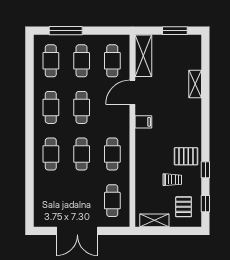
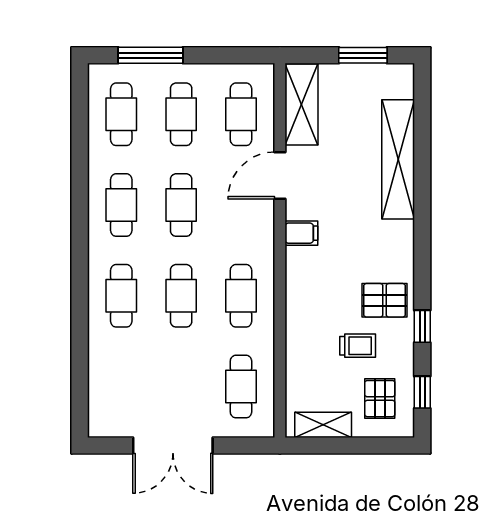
shelving: (195, 84) -> (398, 159), width x2.20, depth x1.33

